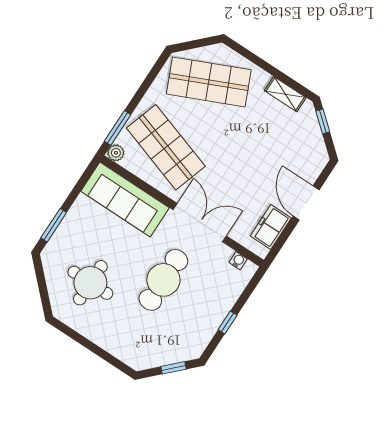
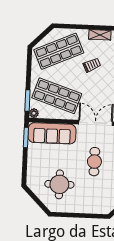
trolley: (246, 132) -> (92, 65), added
window: (54, 225) -> (26, 137), moved
cafe table: (163, 280) -> (94, 162), width x0.73, depth x0.74

